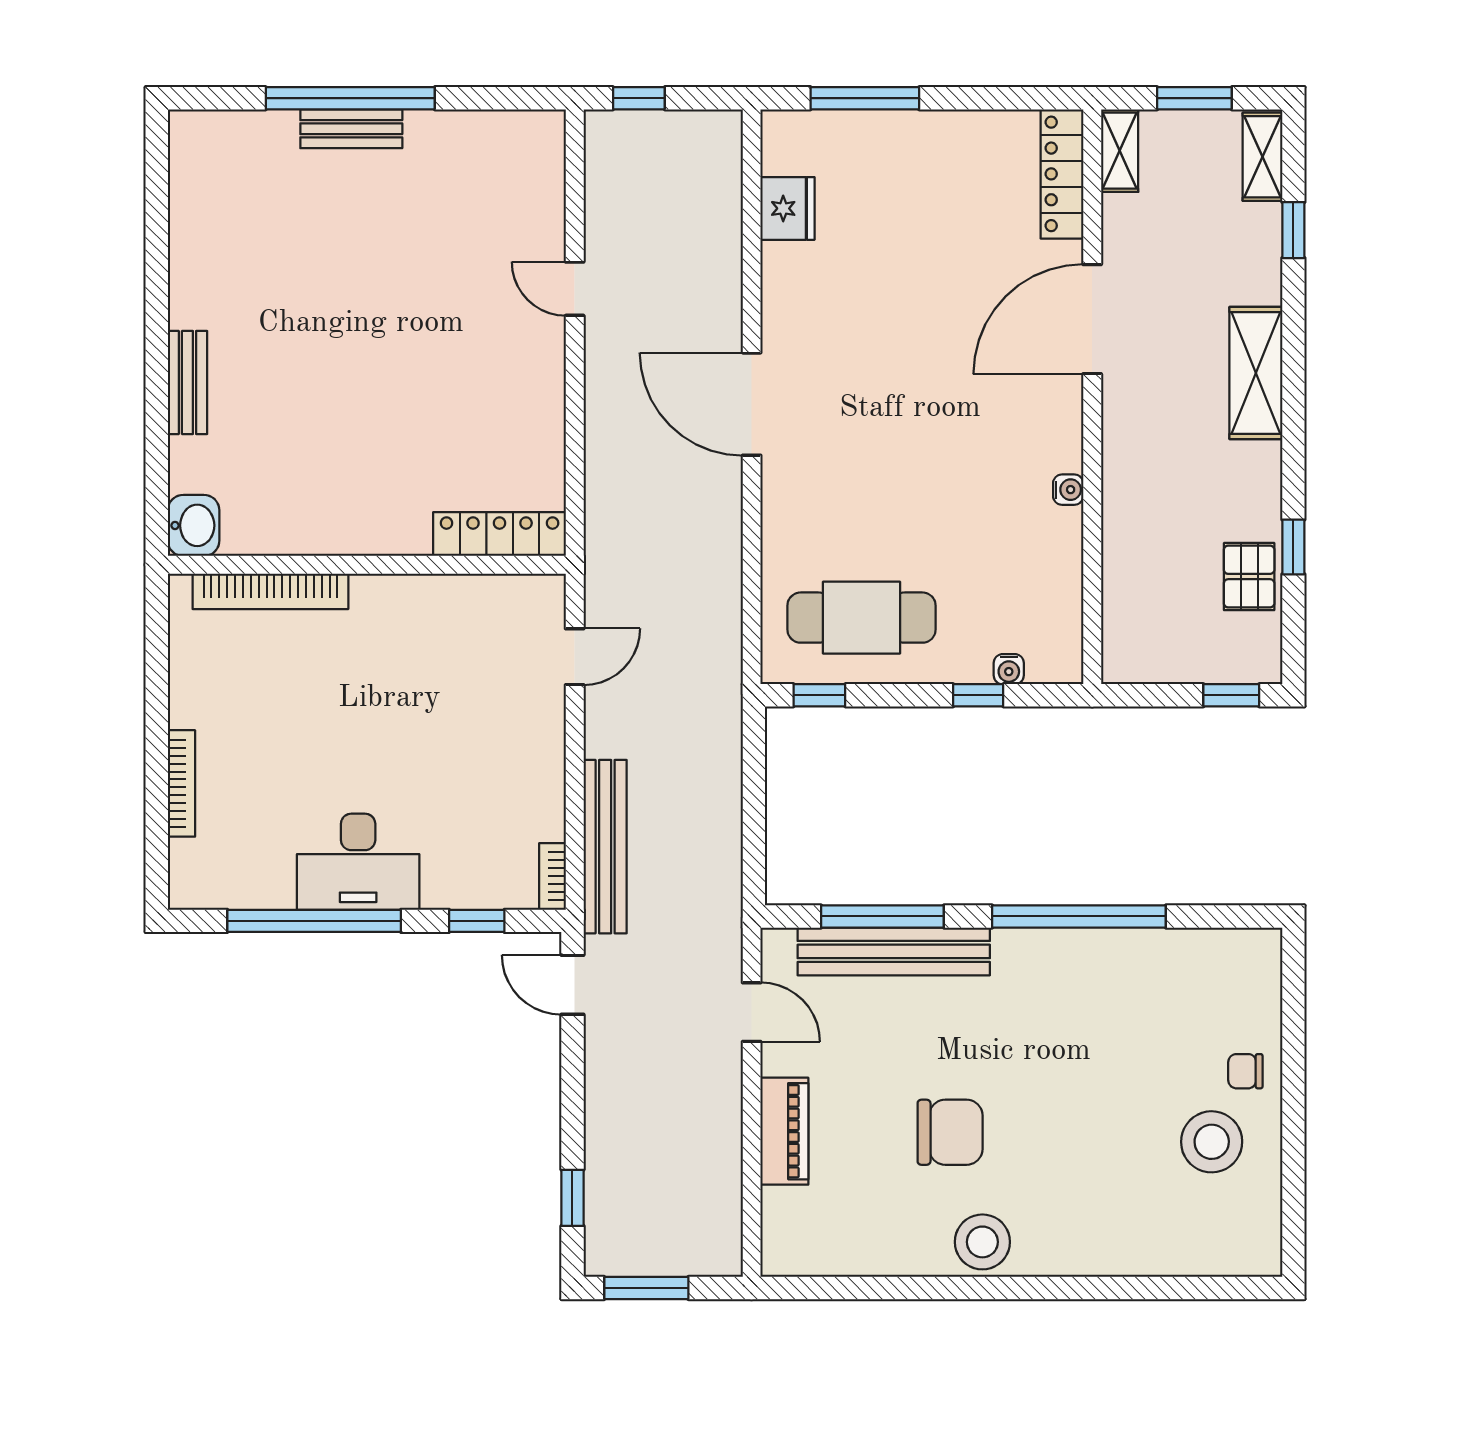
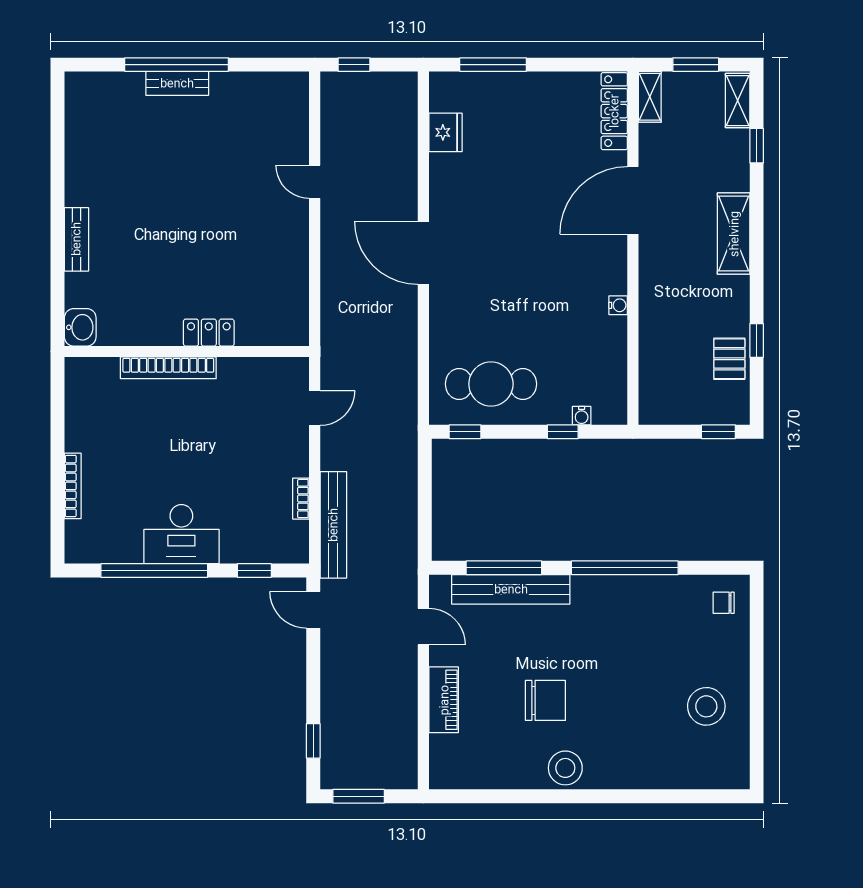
locker: (500, 534) -> (209, 333), moved, width x0.66
bookcase: (270, 591) -> (168, 368), moved
bookcase: (552, 876) -> (301, 499), moved
chair: (1245, 1071) -> (724, 603), moved

